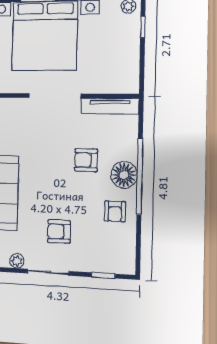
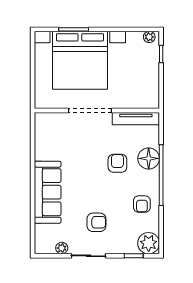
armchair: (86, 160) -> (117, 163), turned 90
floor lamp: (124, 175) -> (149, 158), moved
armchair: (59, 232) -> (96, 222), turned 180
plant: (122, 261) -> (149, 243), added

